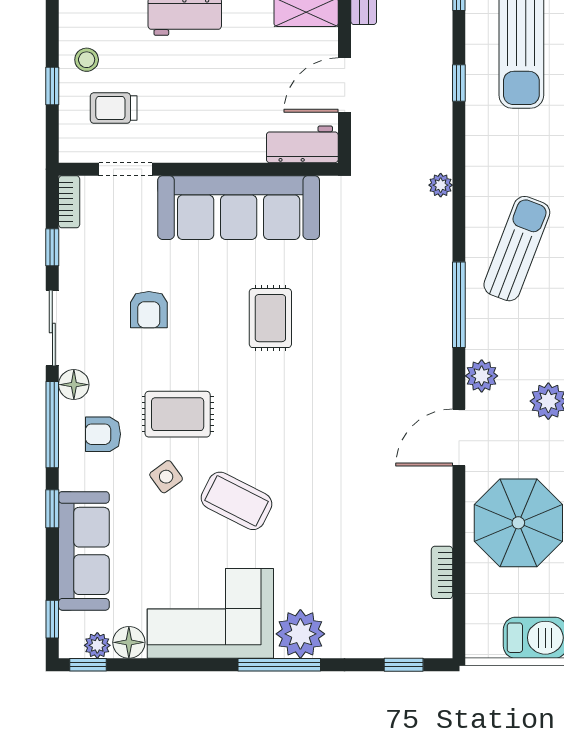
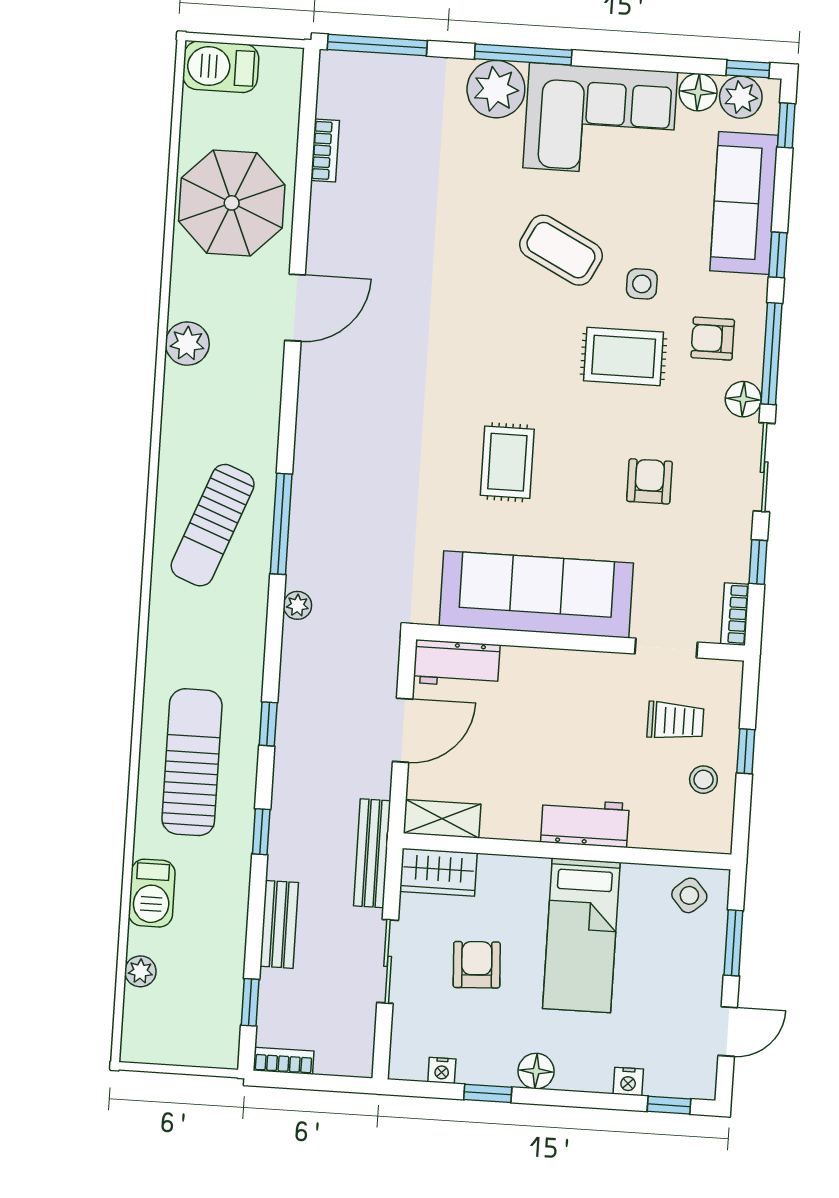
window: (459, 305) -> (281, 524), moved
plant: (482, 376) -> (264, 378), removed
armchair: (103, 434) -> (713, 339), turned 180
side table: (166, 477) -> (642, 284), turned 36
plant: (97, 645) -> (741, 97), width x1.38, depth x1.38
window: (404, 665) -> (377, 45), width x2.17

